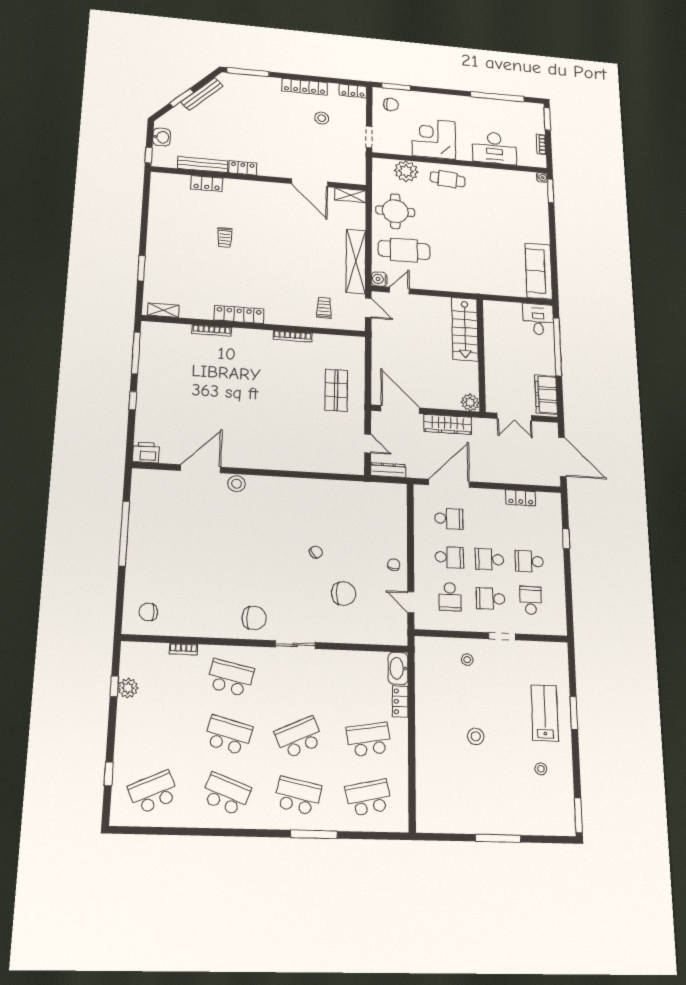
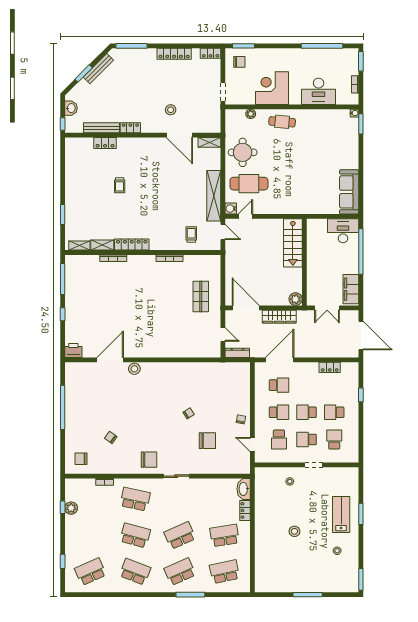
stool: (322, 118) -> (171, 110), moved
plant: (406, 171) -> (251, 114), width x0.53, depth x0.53
shelving: (196, 312) -> (102, 245), added
desk: (538, 319) -> (343, 231), width x1.37
chair: (196, 582) -> (111, 437), added
school desk: (298, 796) -> (180, 572), turned -36

